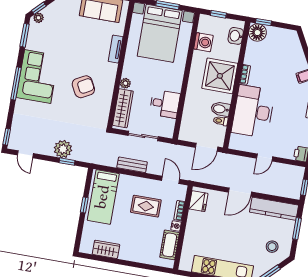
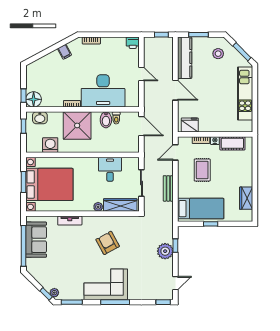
window: (218, 14) -> (24, 126), moved

